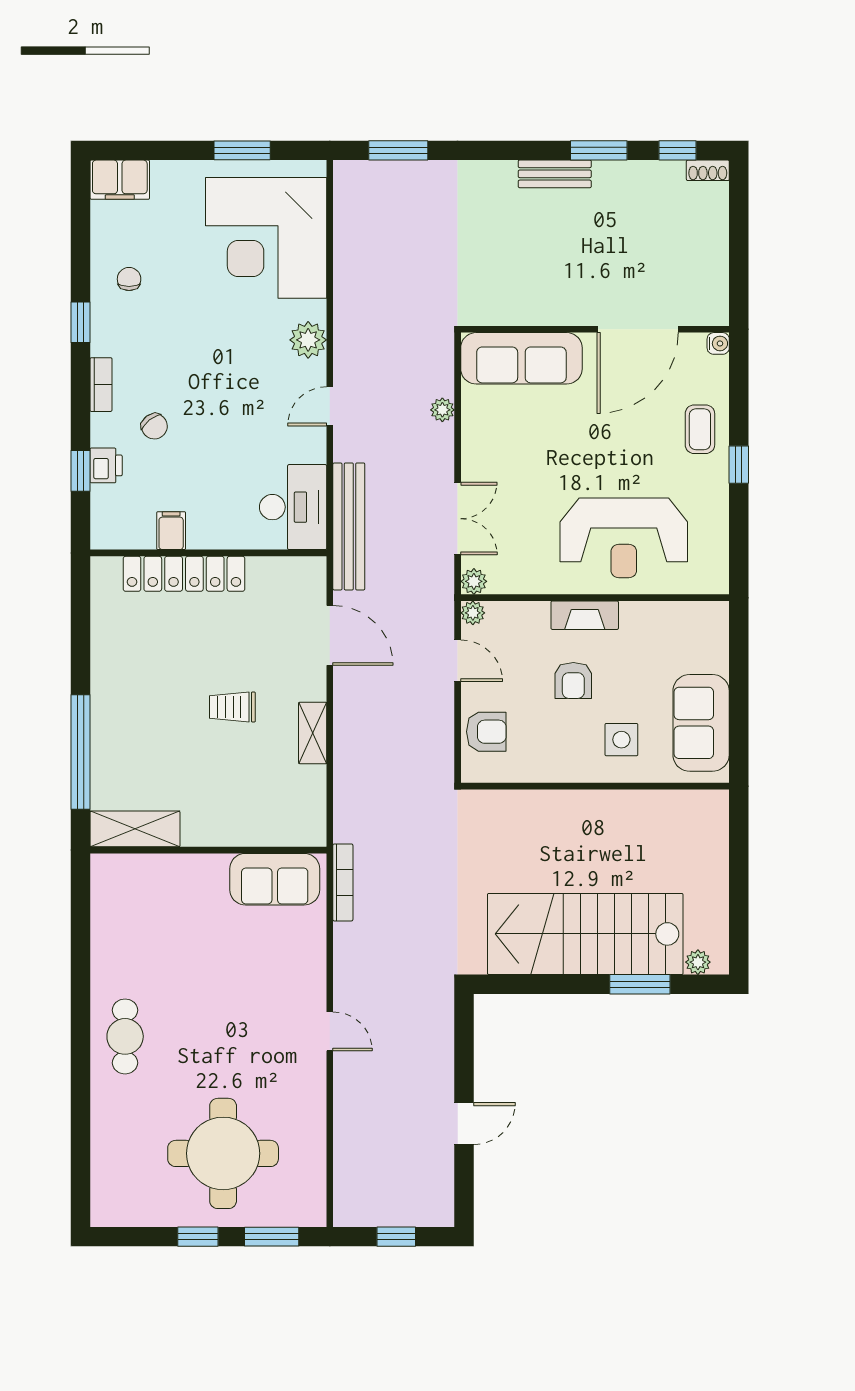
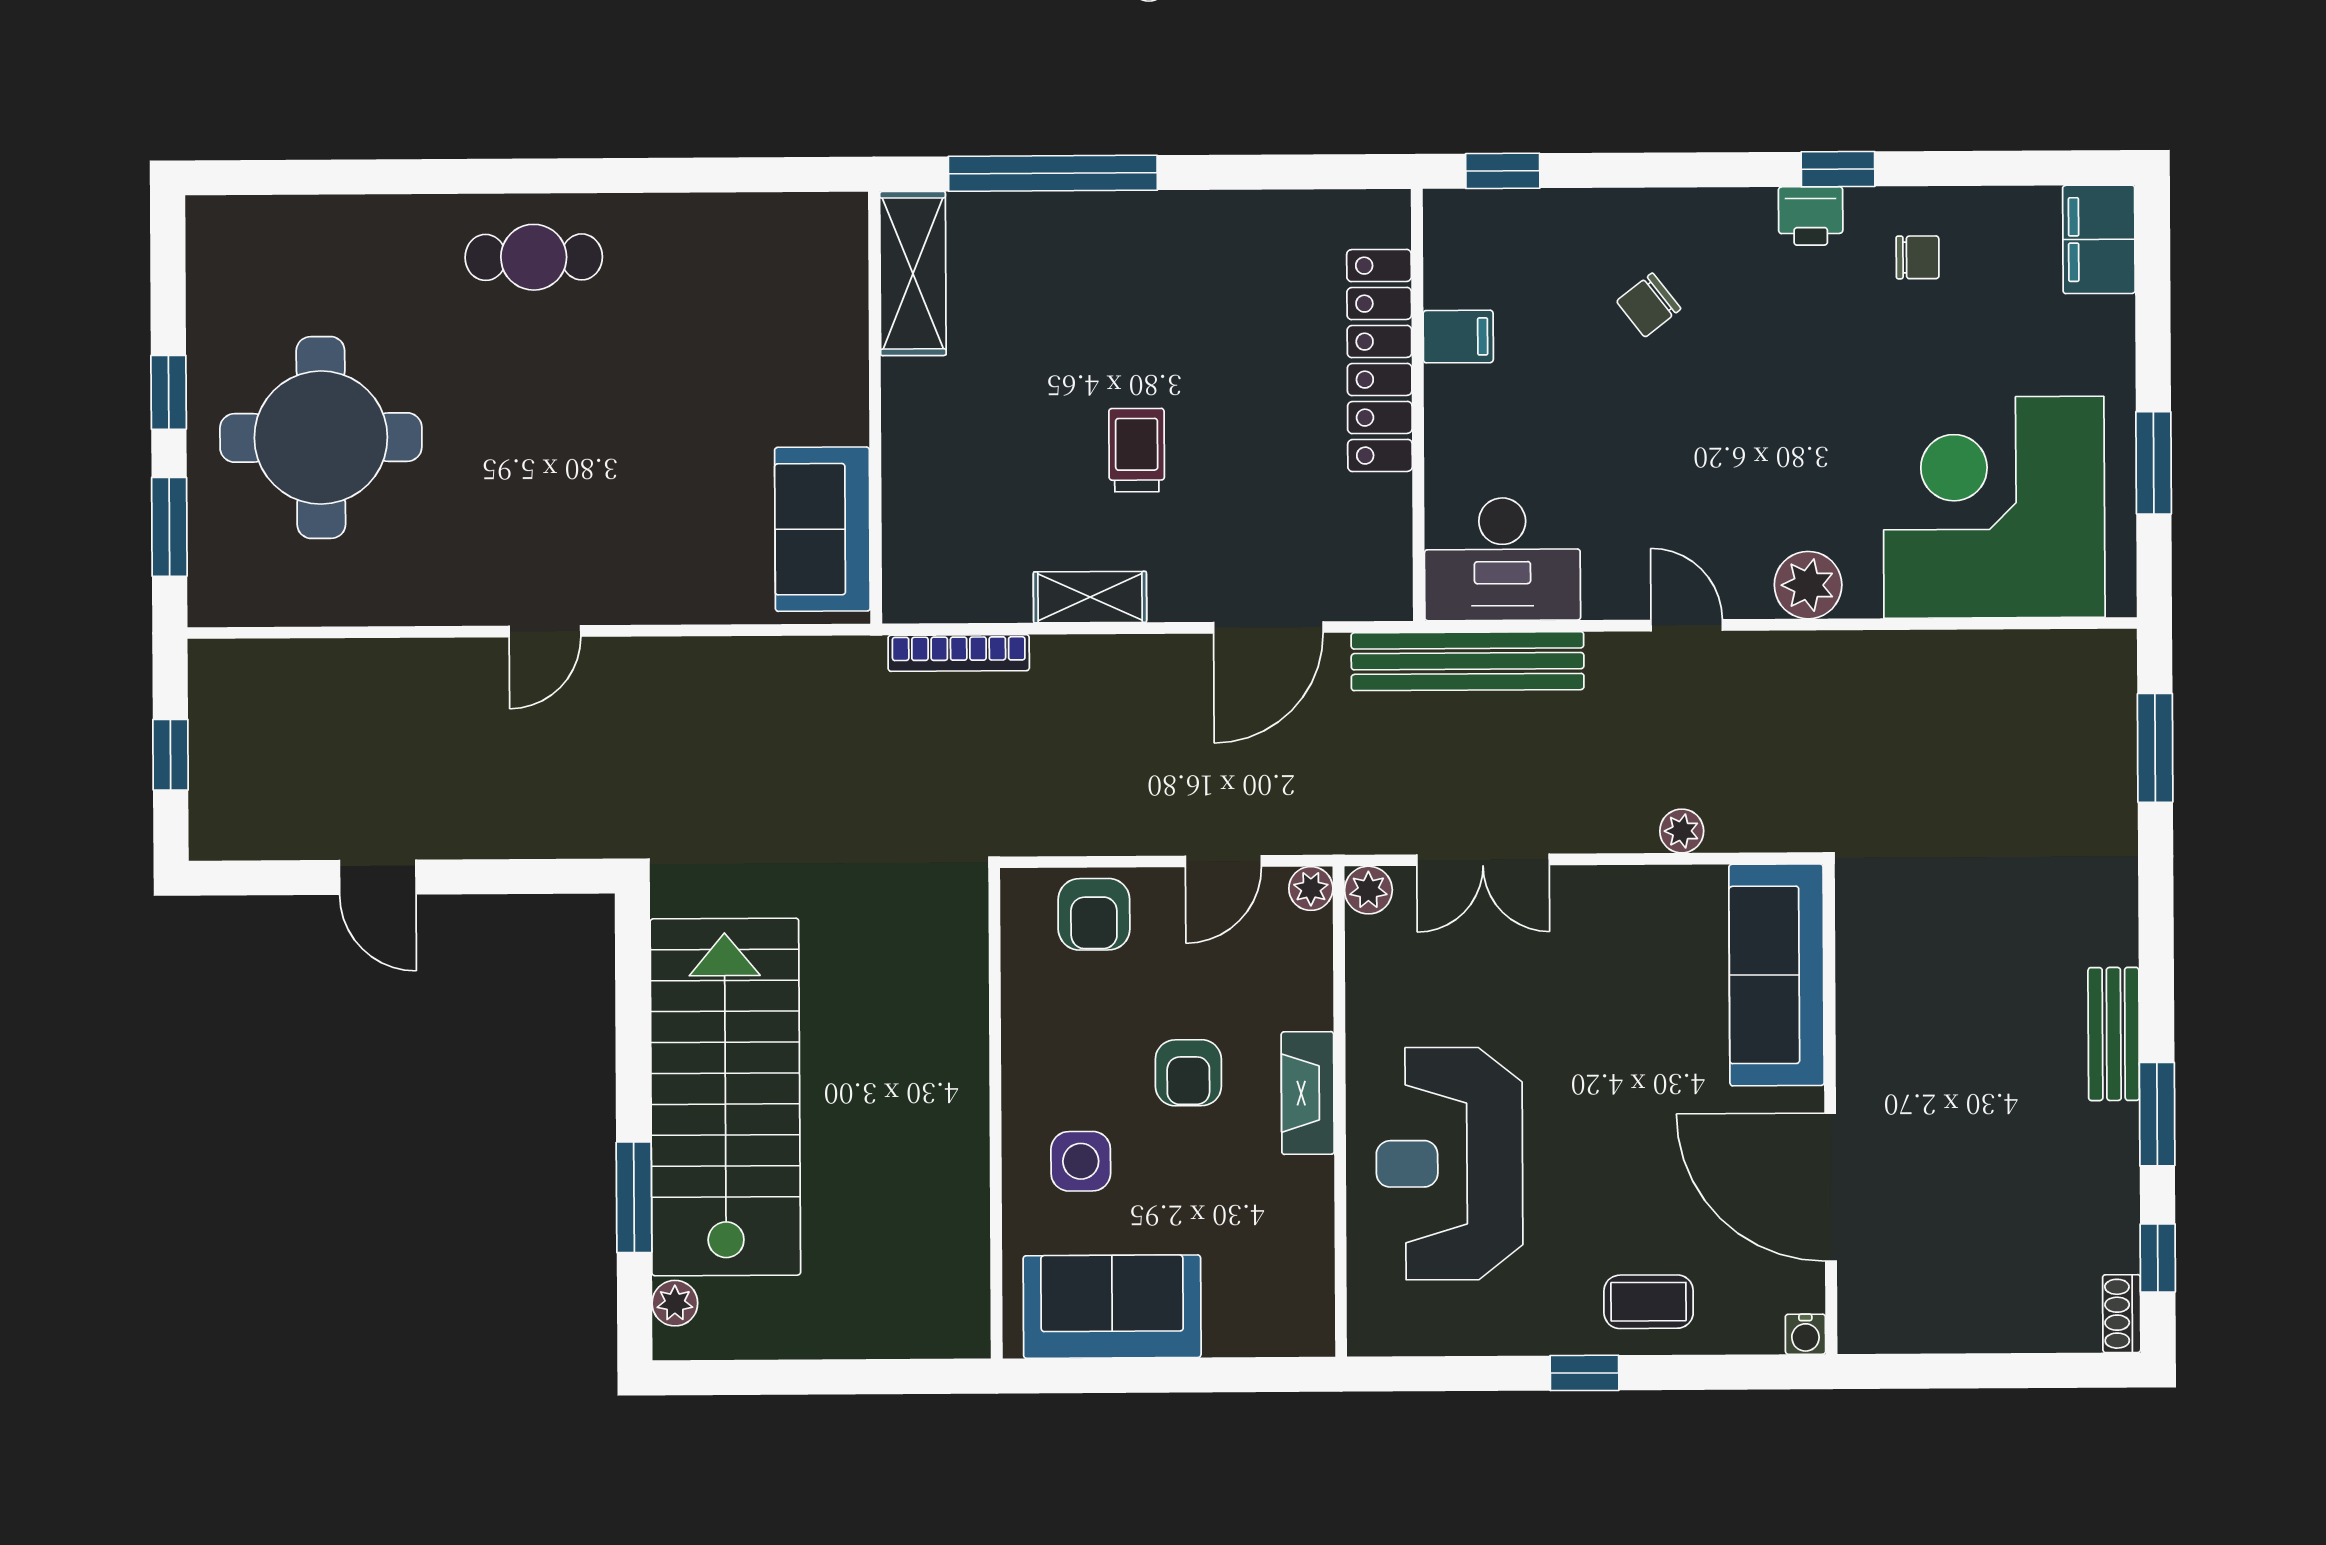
bookcase: (101, 385) -> (1724, 207), removed
printer: (106, 465) -> (1811, 216), moved
window: (81, 471) -> (1503, 171), moved
armchair: (573, 680) -> (1188, 1073), turned -90
bookcase: (343, 882) -> (959, 653), moved

